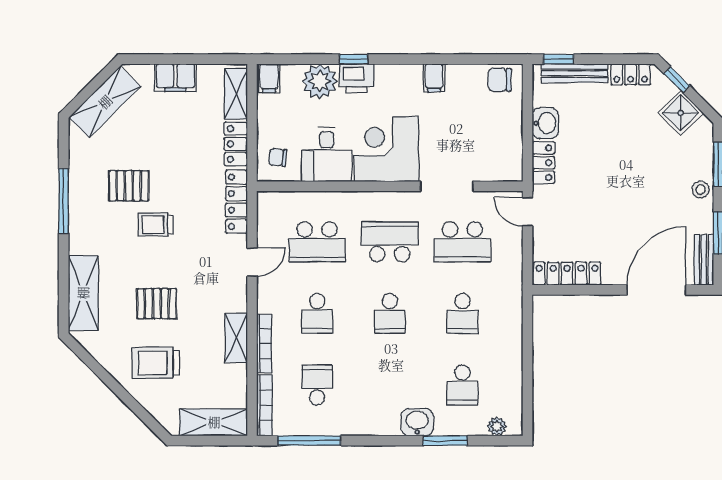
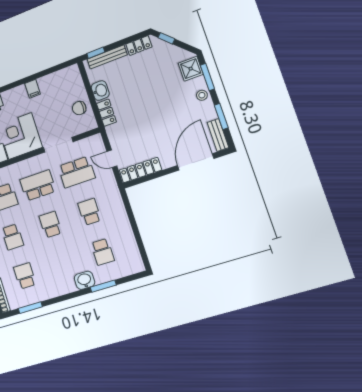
chair: (500, 80) -> (79, 108), moved
shower: (681, 113) -> (191, 69), moved, turned 45
door: (528, 212) -> (112, 159), moved
school desk: (390, 313) -> (50, 225), turned 180
school desk: (462, 313) -> (89, 212), turned 180
plant: (497, 426) -> (129, 269), removed
window: (309, 441) -> (30, 308), width x0.69

